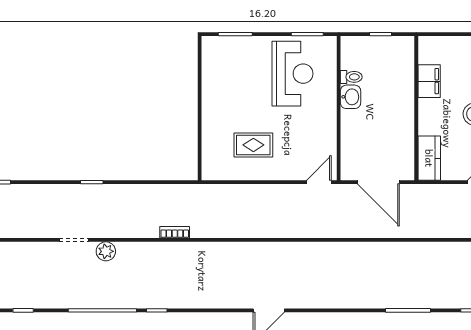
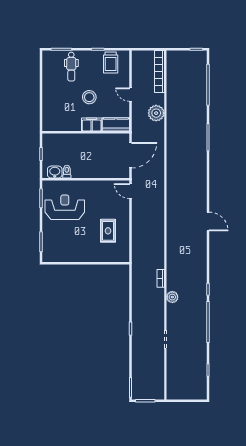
filing cabinet: (429, 81) -> (92, 125), moved
washbasin: (351, 97) -> (55, 172), moved
plant: (448, 225) -> (156, 113), added
plant: (106, 251) -> (172, 297), moved

